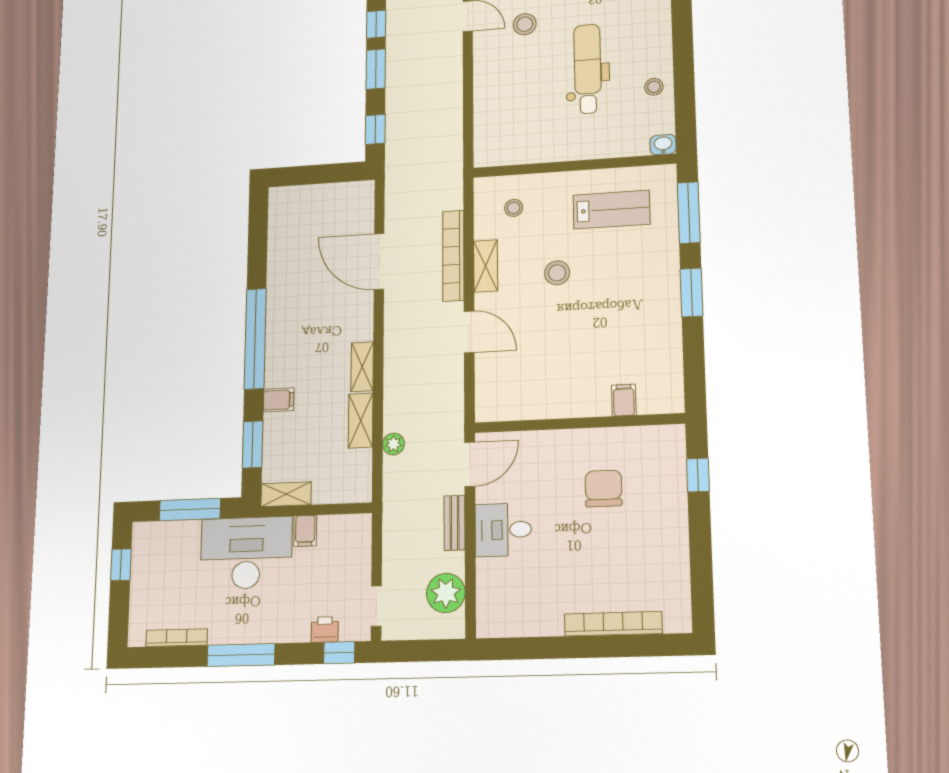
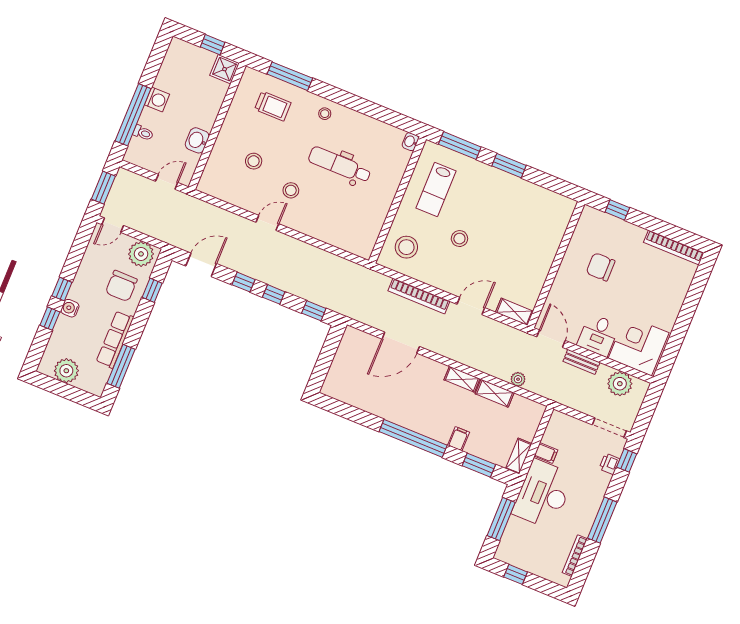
window: (376, 69) -> (274, 294), width x0.67
stool: (654, 87) -> (325, 114), moved
stool: (514, 208) -> (406, 247), width x1.89, depth x1.89
lab bench: (612, 210) -> (436, 190), turned 180
shelving: (486, 266) -> (514, 312), moved
filing cabinet: (624, 400) -> (555, 233), removed
corner desk: (513, 596) -> (639, 346), added
doorway: (376, 606) -> (609, 428), width x1.38
bookcase: (613, 624) -> (674, 248), moved, turned -90

